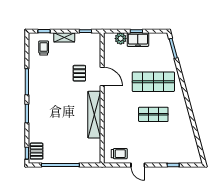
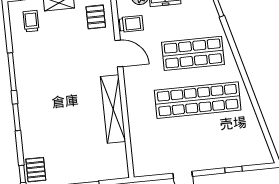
pallet: (79, 73) -> (96, 17), moved
shop shelf: (153, 114) -> (198, 100), width x2.00, depth x1.36
trolley: (119, 154) -> (131, 24), moved

